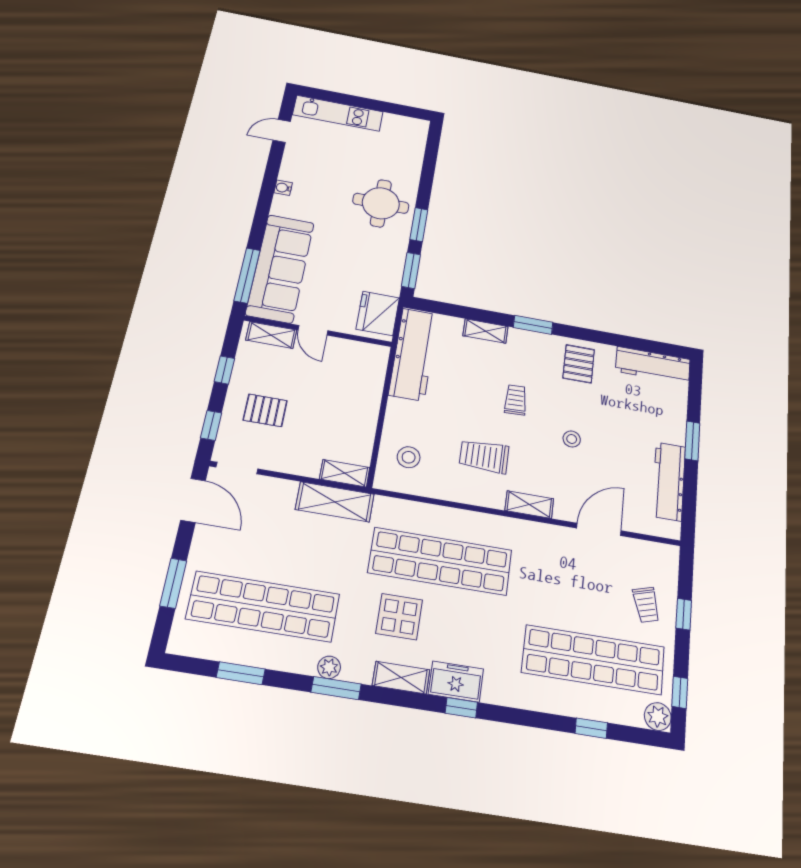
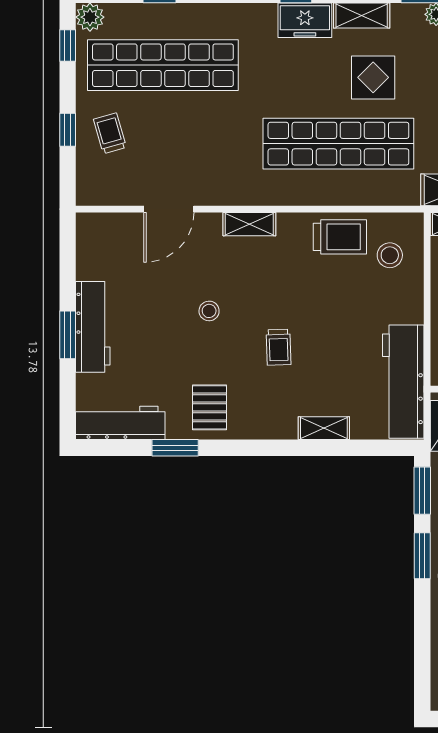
window: (533, 325) -> (175, 448), moved
trolley: (484, 456) -> (340, 237), moved
workbench: (669, 481) -> (93, 327), moved

